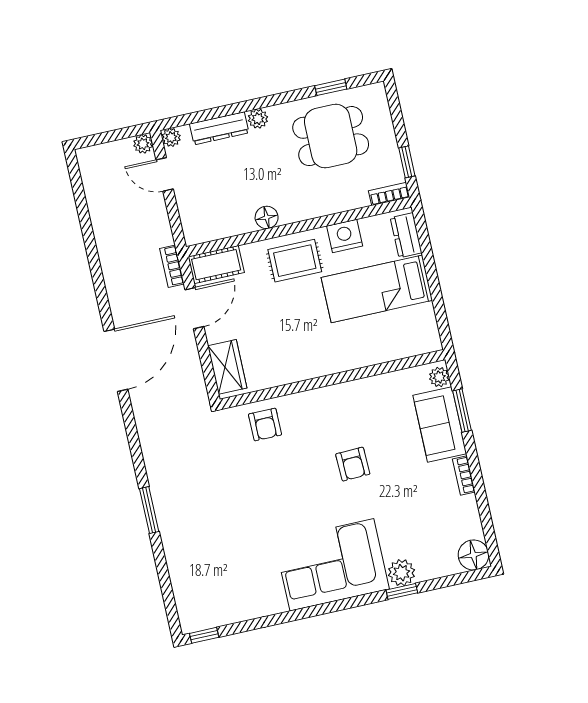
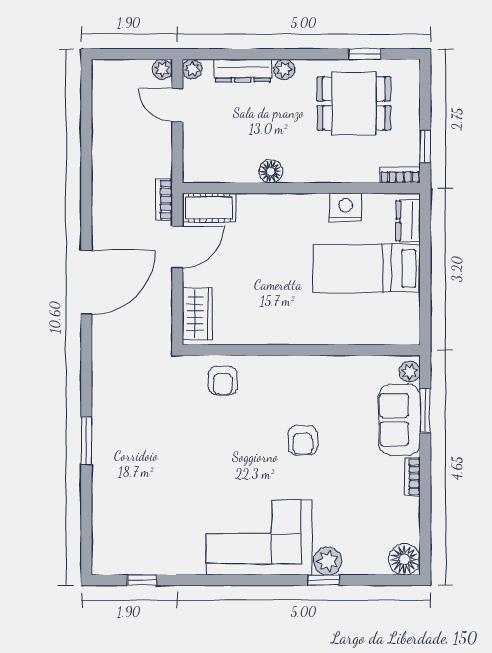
rug: (295, 261) -> (290, 221), removed
window: (204, 635) -> (142, 580), moved

